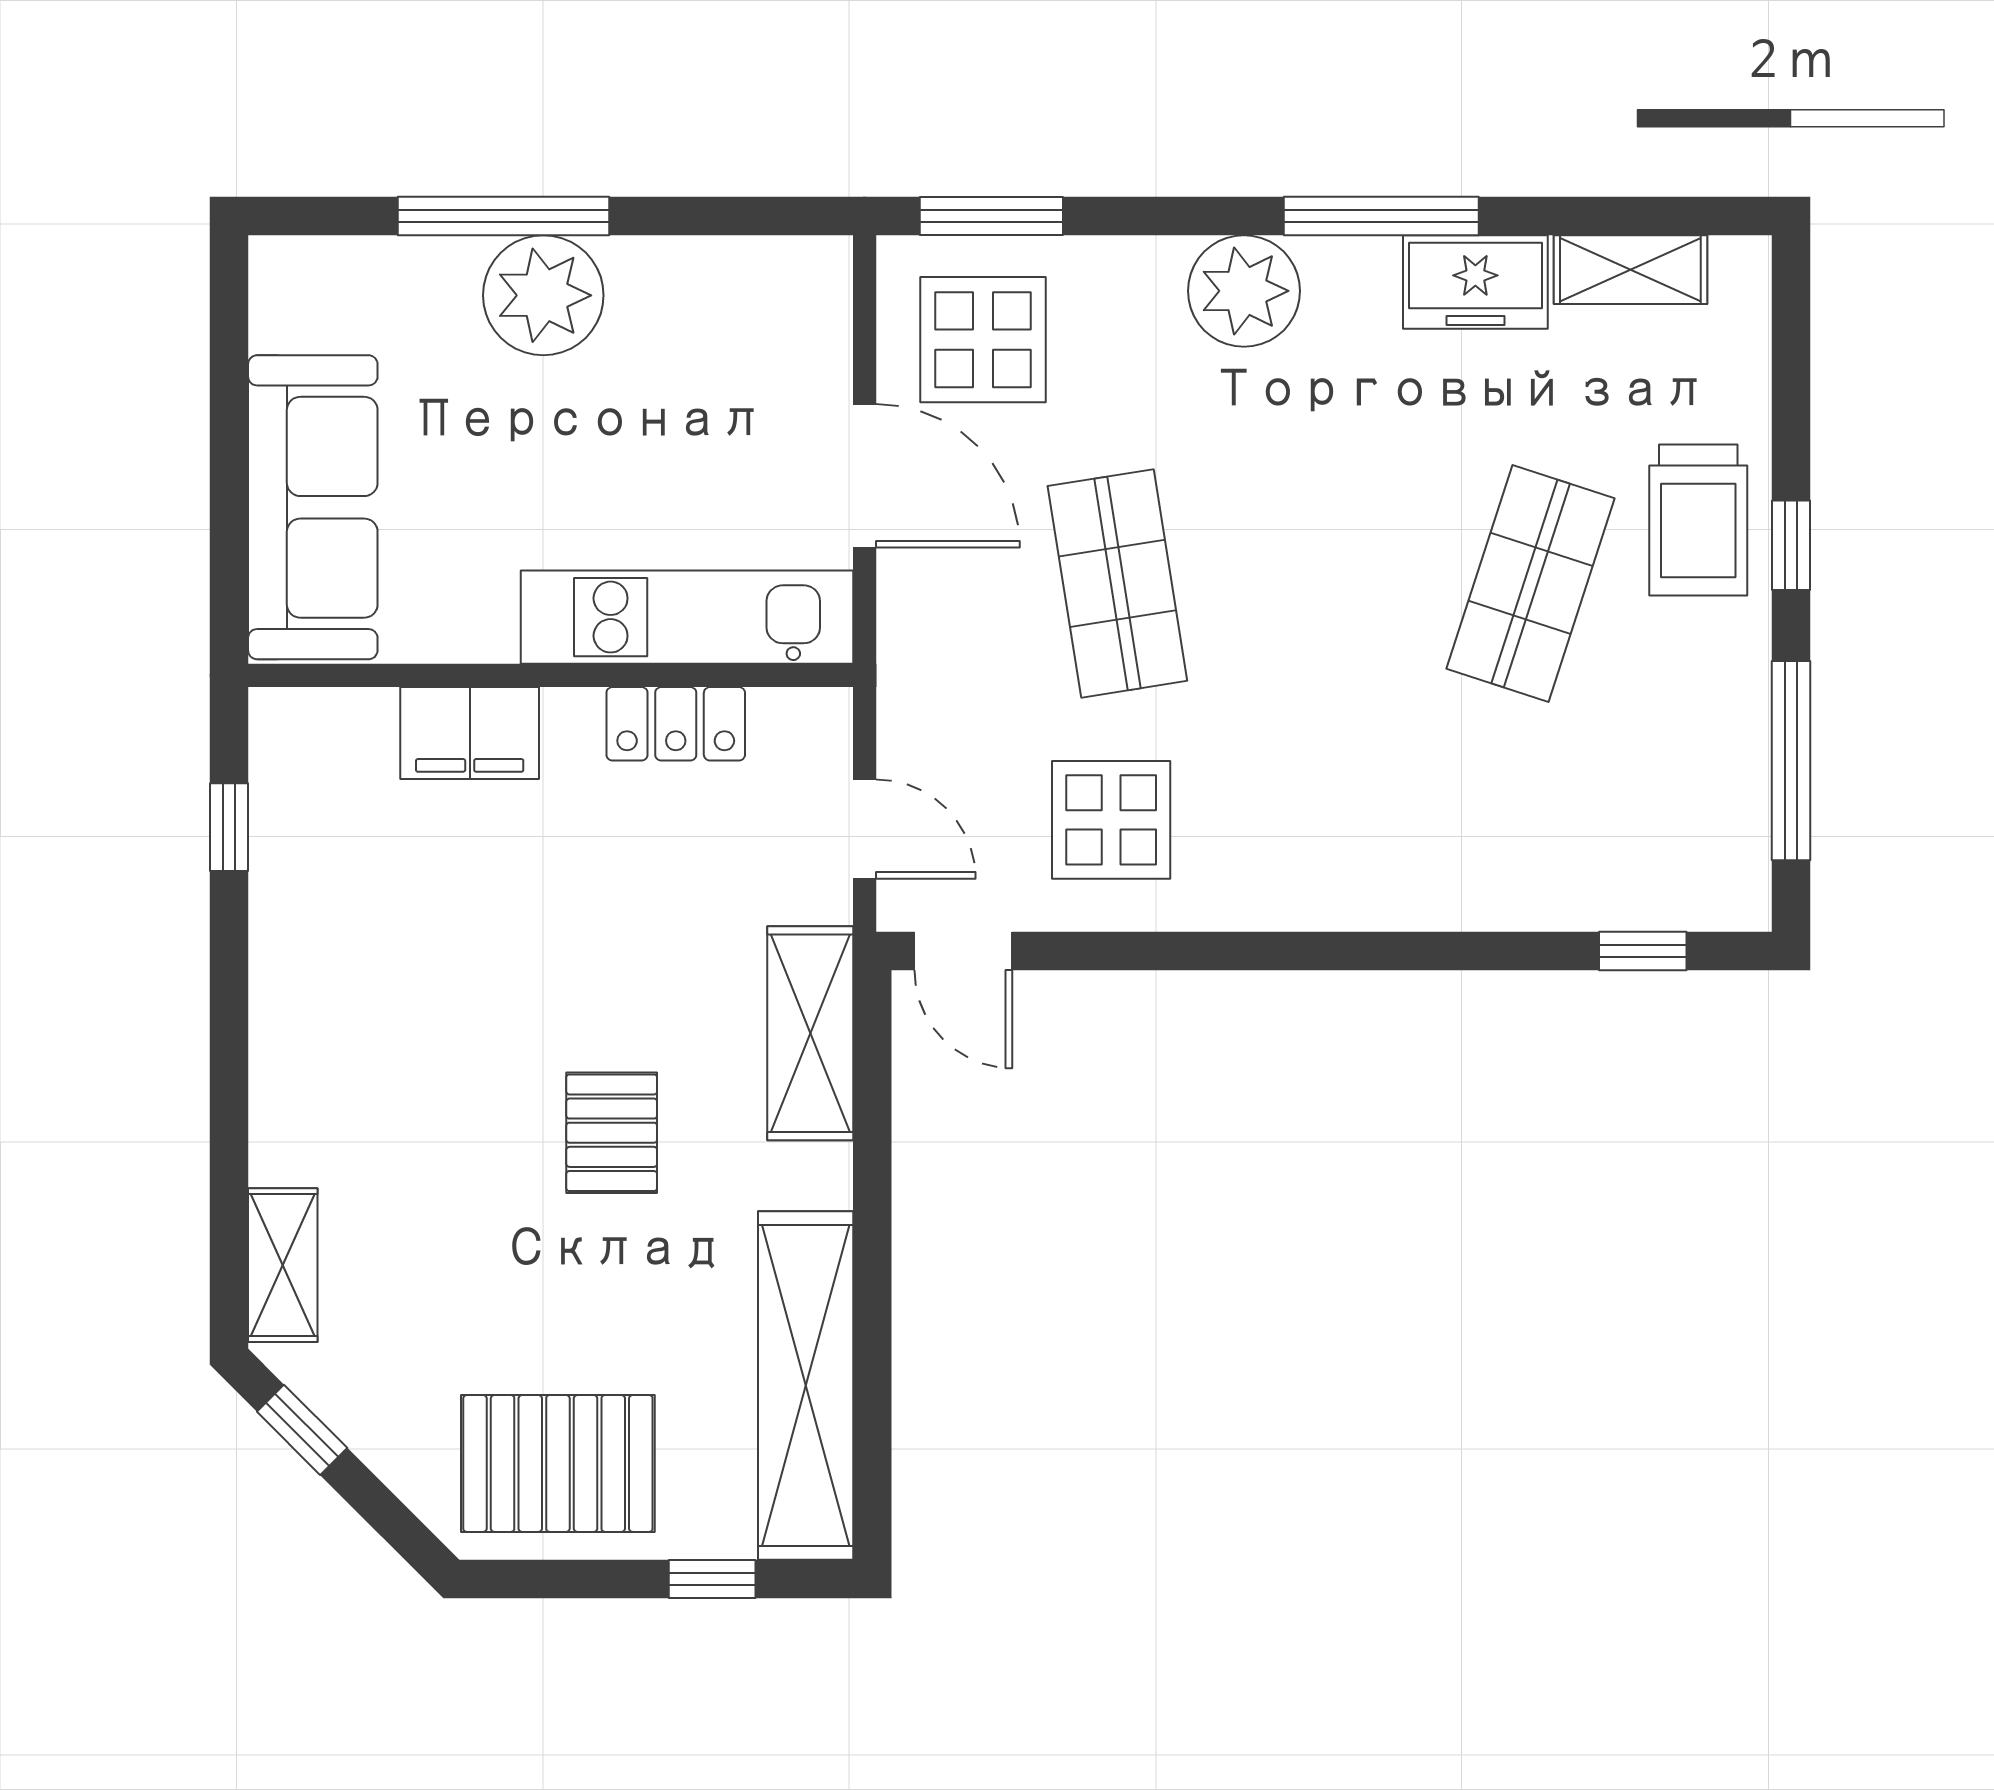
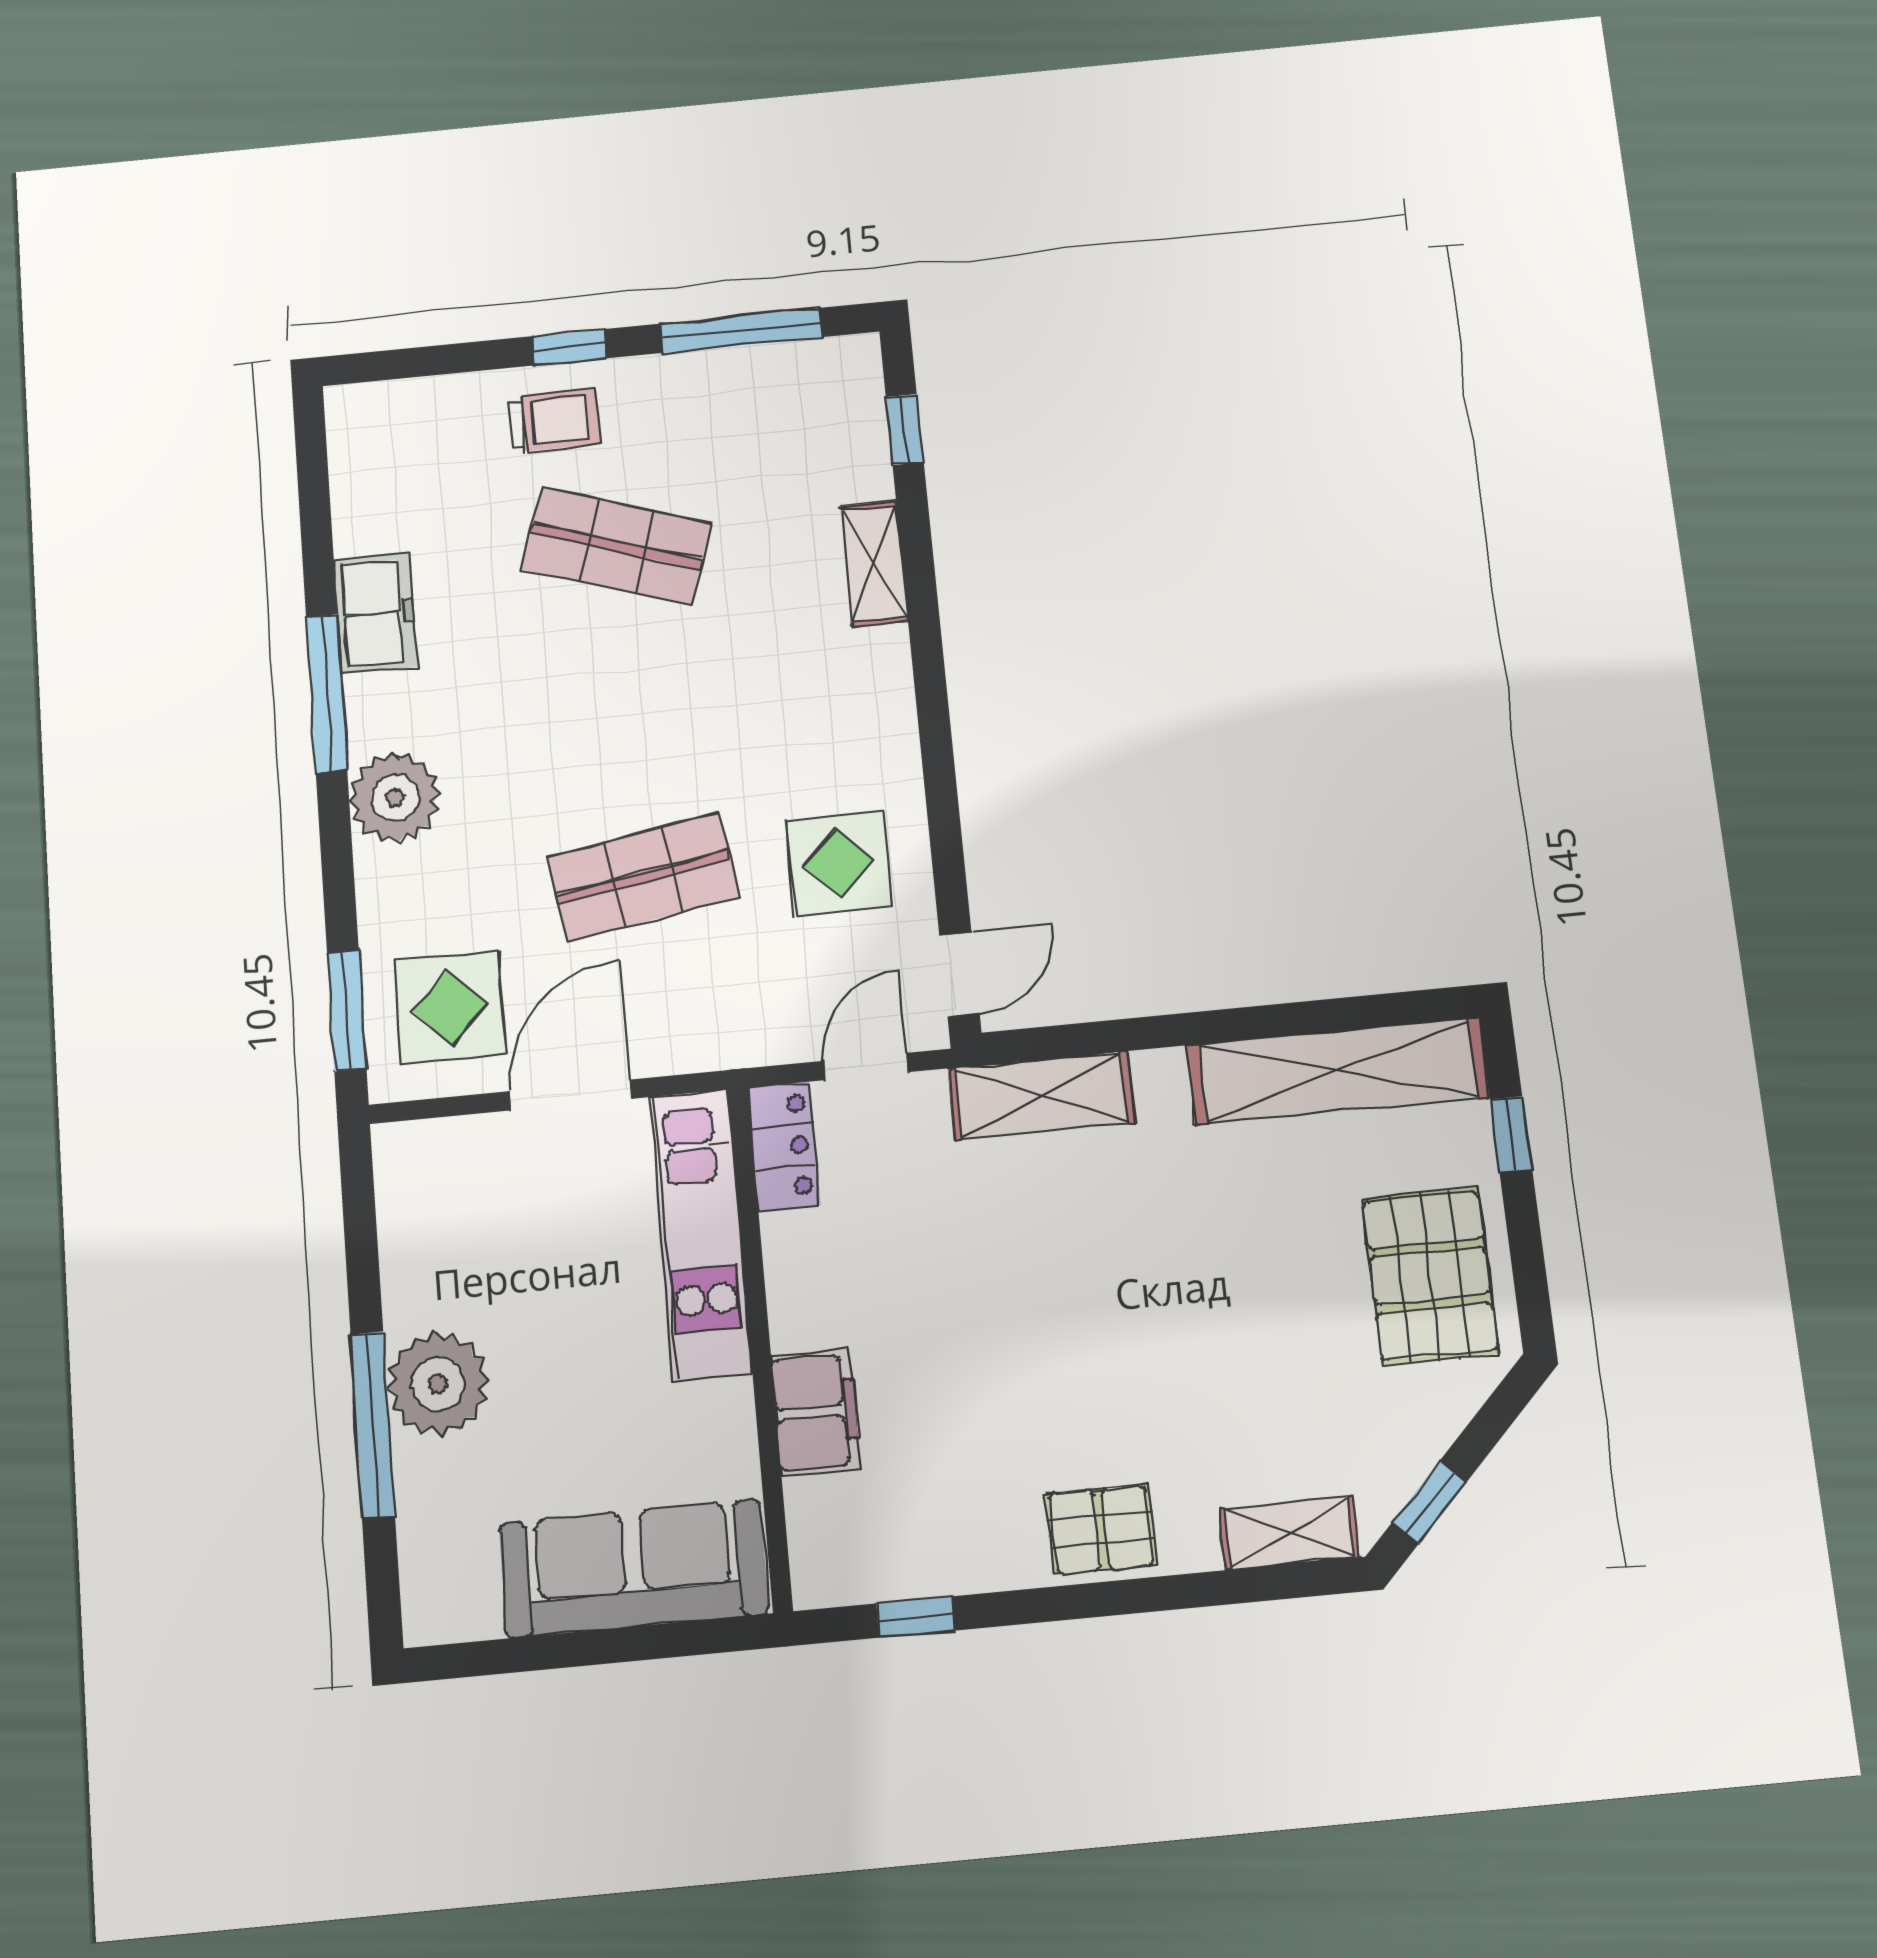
shelving: (1630, 270) -> (874, 563), moved
trolley: (1698, 520) -> (555, 421), width x0.73, depth x0.72
locker: (676, 724) -> (784, 1146), moved
pallet: (612, 1133) -> (1101, 1530), moved

